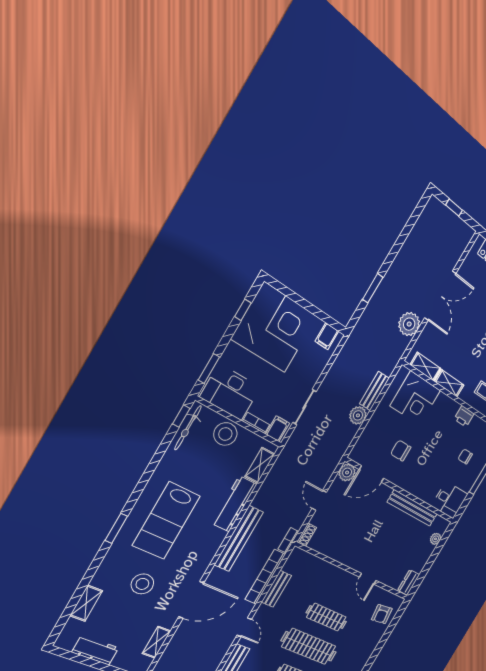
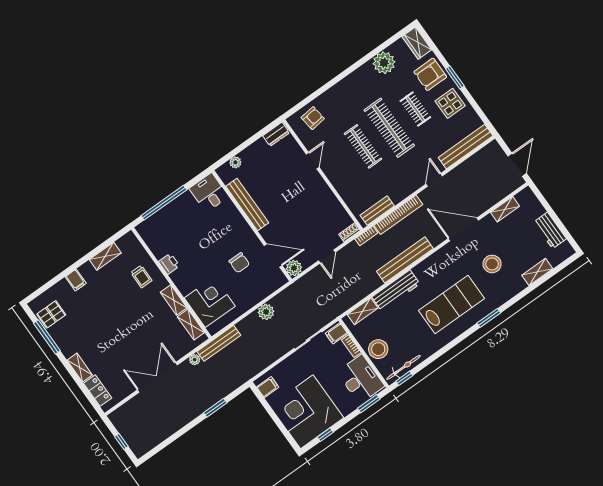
plant: (409, 324) -> (195, 360), width x0.53, depth x0.53
bench: (374, 391) -> (219, 343), moved, width x1.36
chair: (465, 457) -> (180, 226), removed
bench: (276, 589) -> (377, 211), moved

